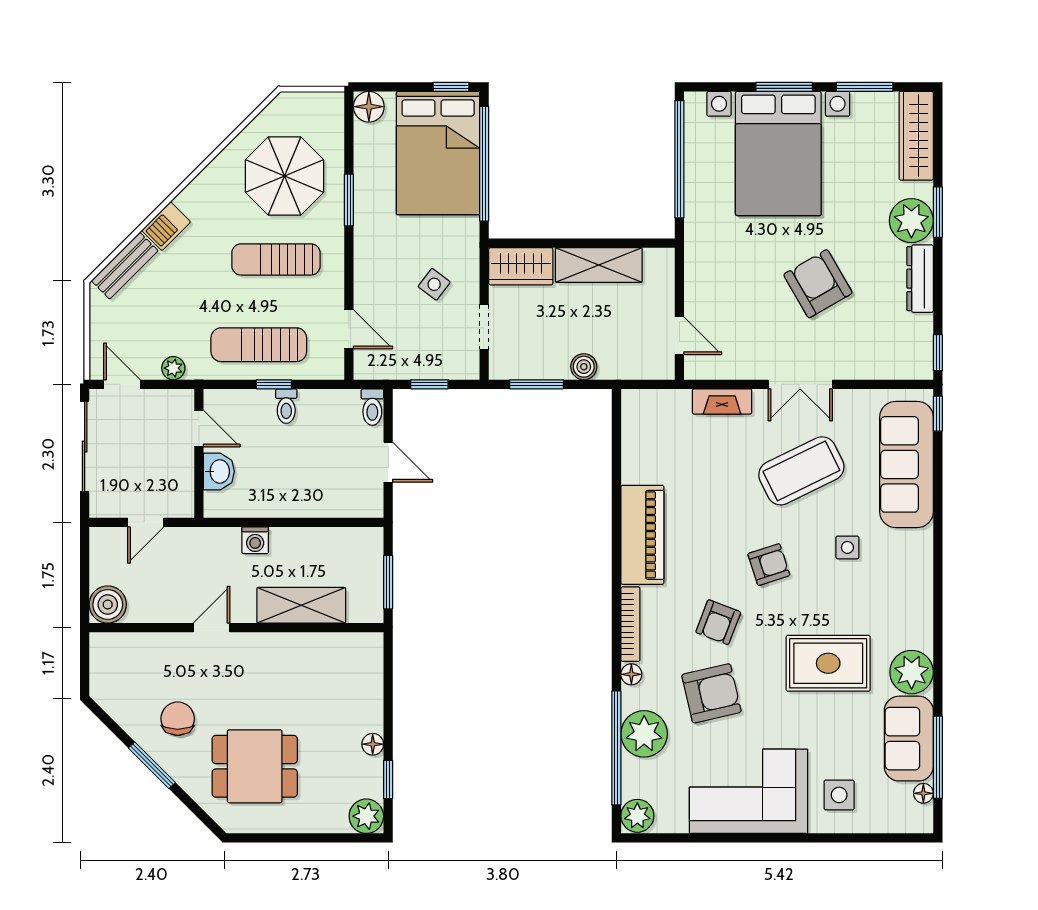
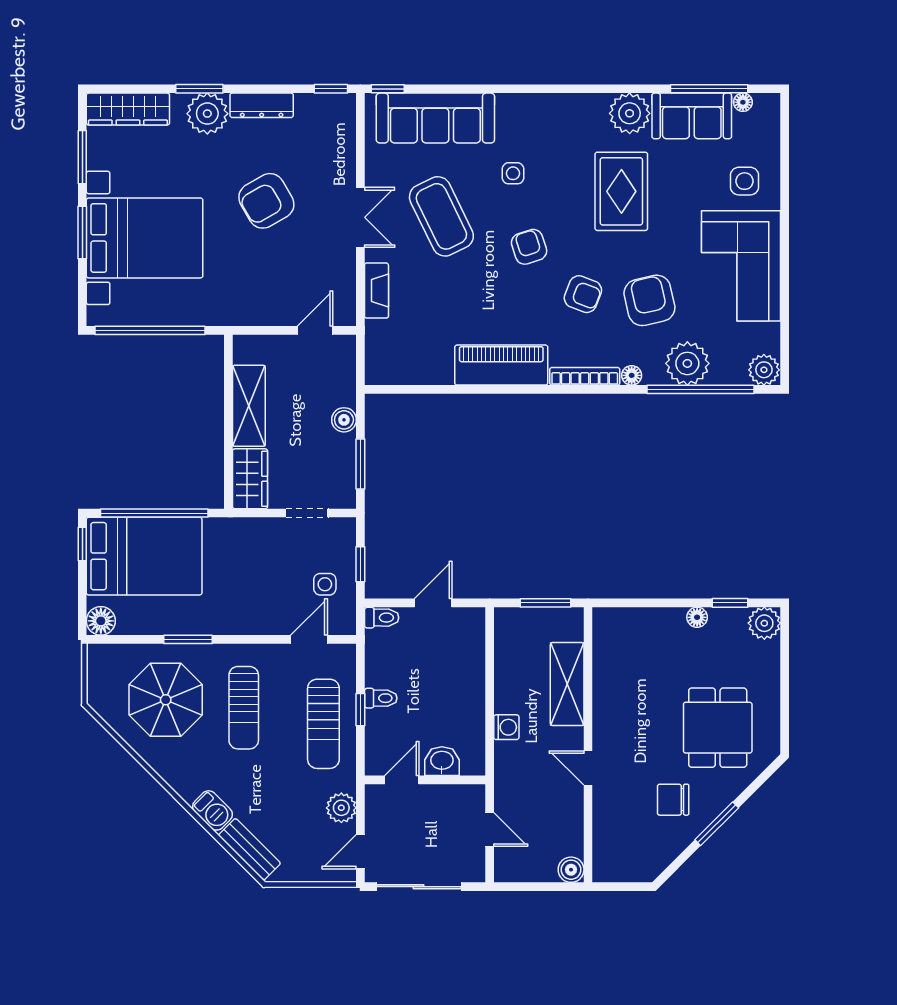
side table: (434, 284) -> (325, 584), moved, turned -37
plant: (173, 368) -> (341, 808), width x1.38, depth x1.38
boiler: (108, 604) -> (571, 870), width x0.73, depth x0.73

